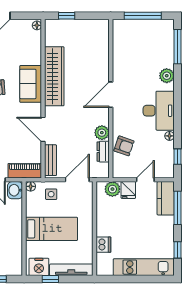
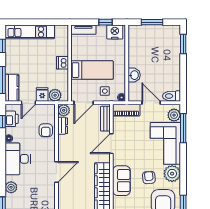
door: (43, 129) -> (111, 144), swing flipped
plant: (102, 133) -> (64, 110), moved
armchair: (124, 146) -> (46, 130), turned -109
printer: (166, 160) -> (12, 119), added
washbasin: (15, 190) -> (134, 75), moved
bed: (52, 229) -> (92, 70), moved, turned 180
dishwasher: (103, 245) -> (62, 63), moved
tv unit: (71, 270) -> (83, 30), width x0.71

